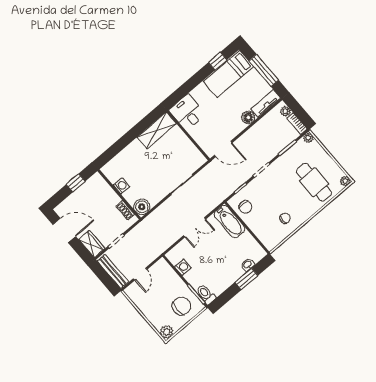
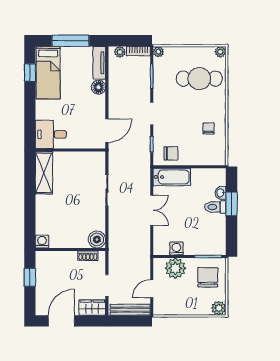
washing machine: (121, 186) -> (42, 242), moved
door: (140, 274) -> (152, 289), swing flipped
plant: (168, 278) -> (175, 268), added
toilet: (206, 294) -> (215, 207), moved

